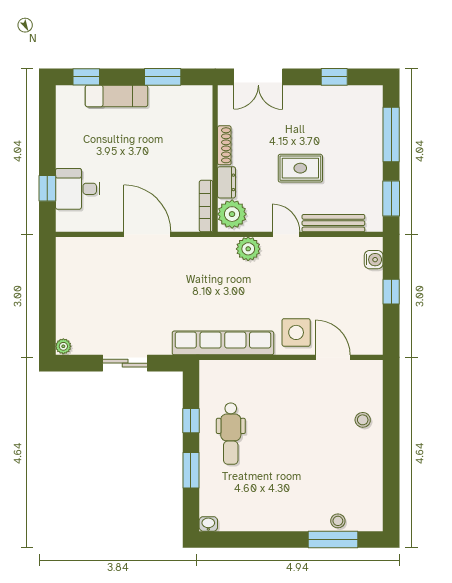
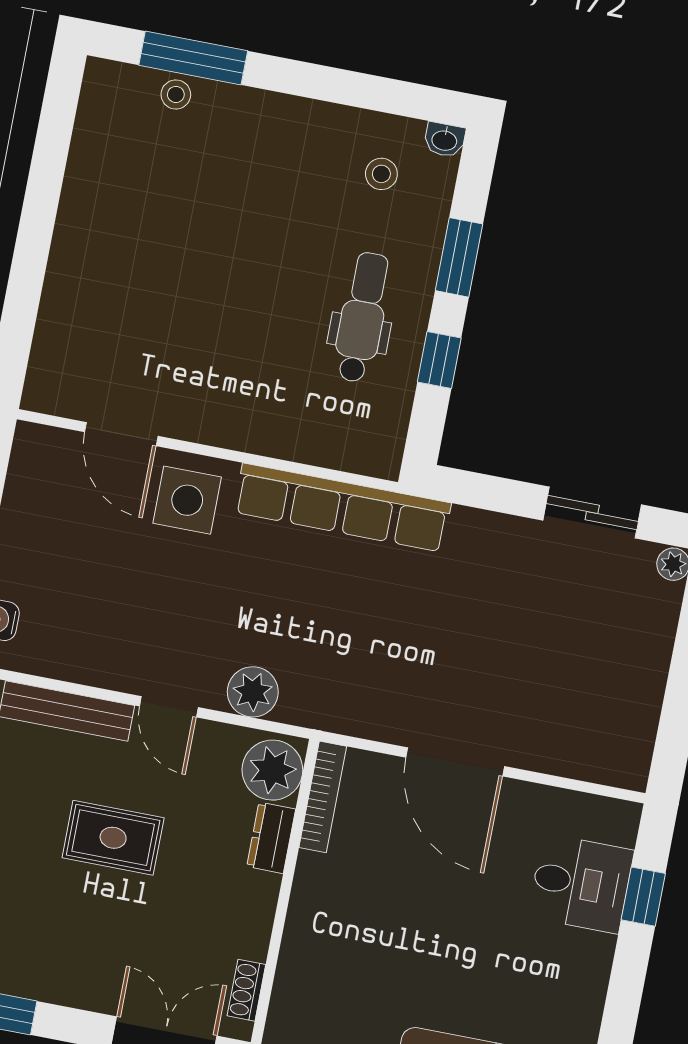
shoe rack: (224, 145) -> (246, 990), moved, width x0.70
sliding door: (125, 363) -> (592, 512), moved
stool: (363, 420) -> (381, 174), moved

